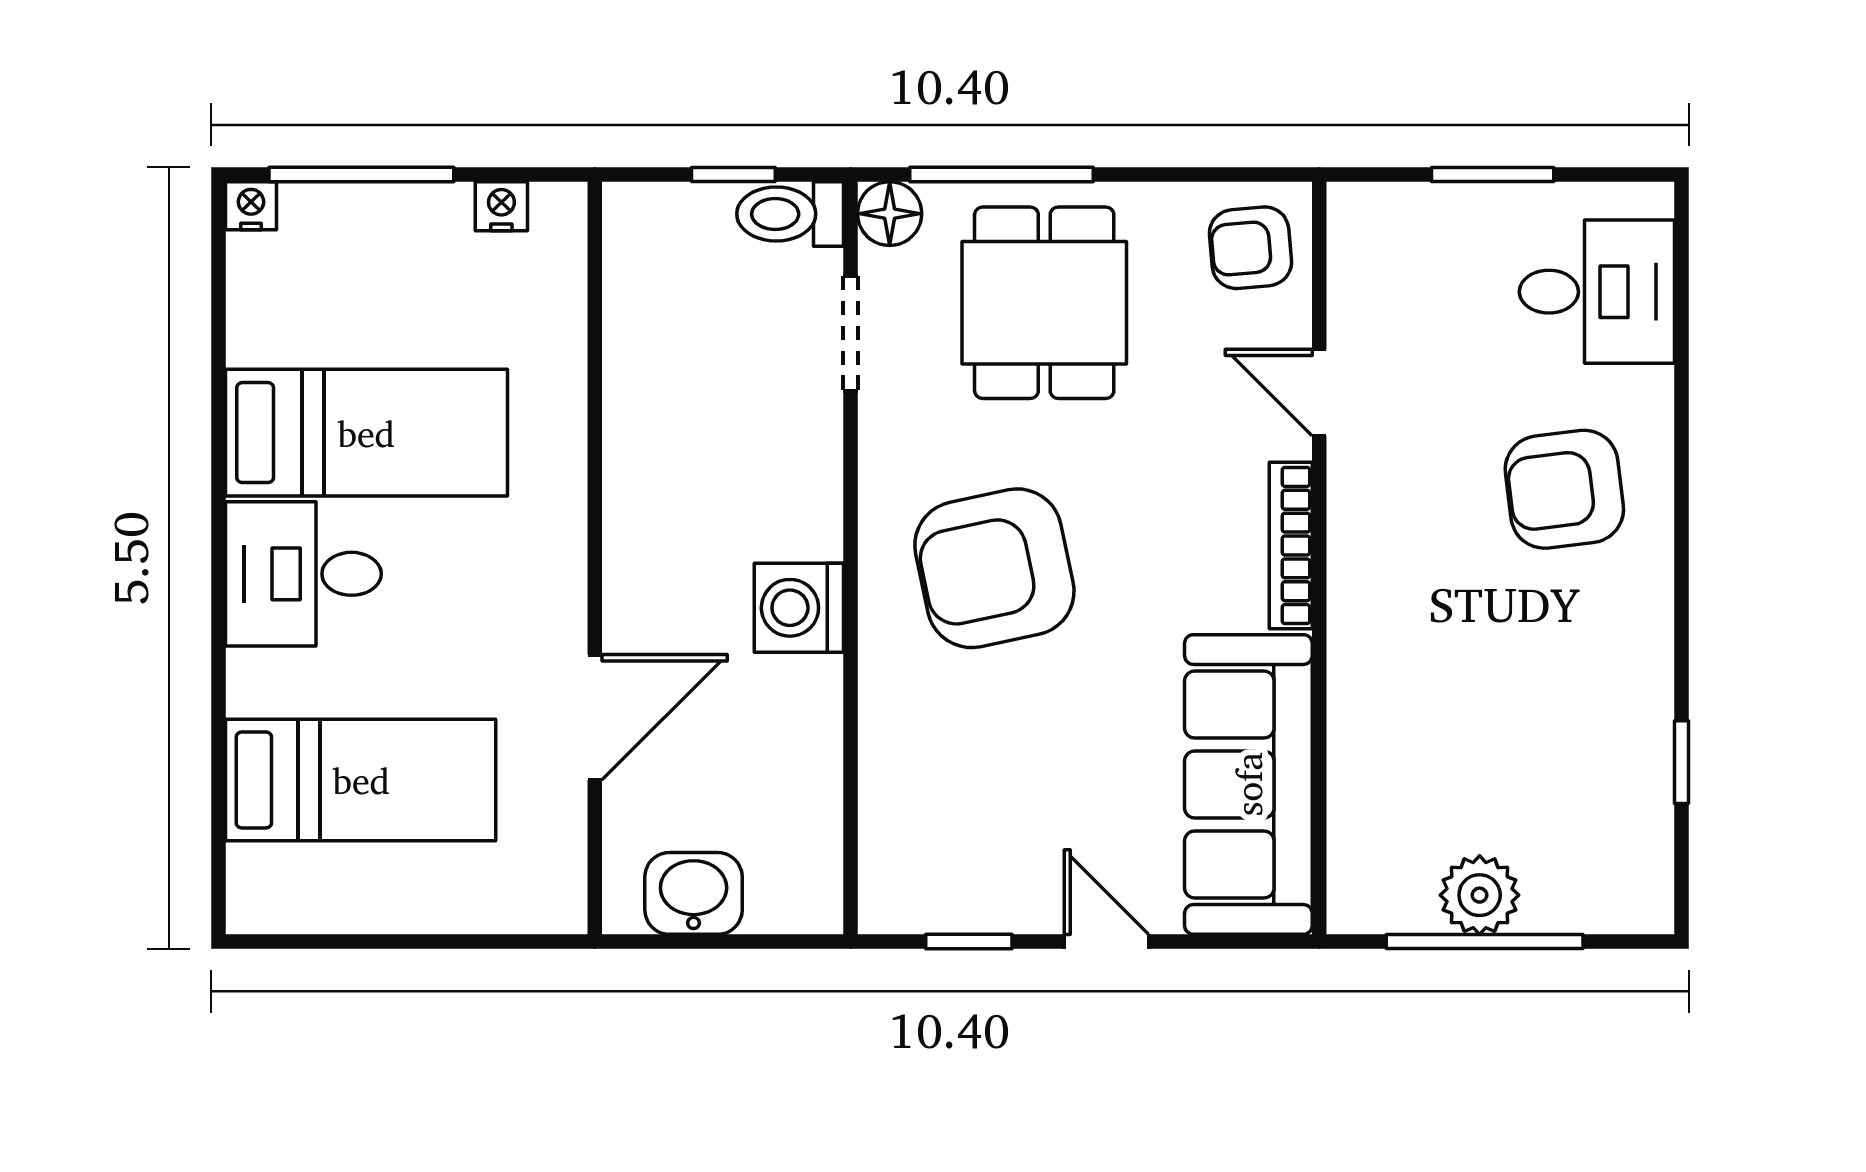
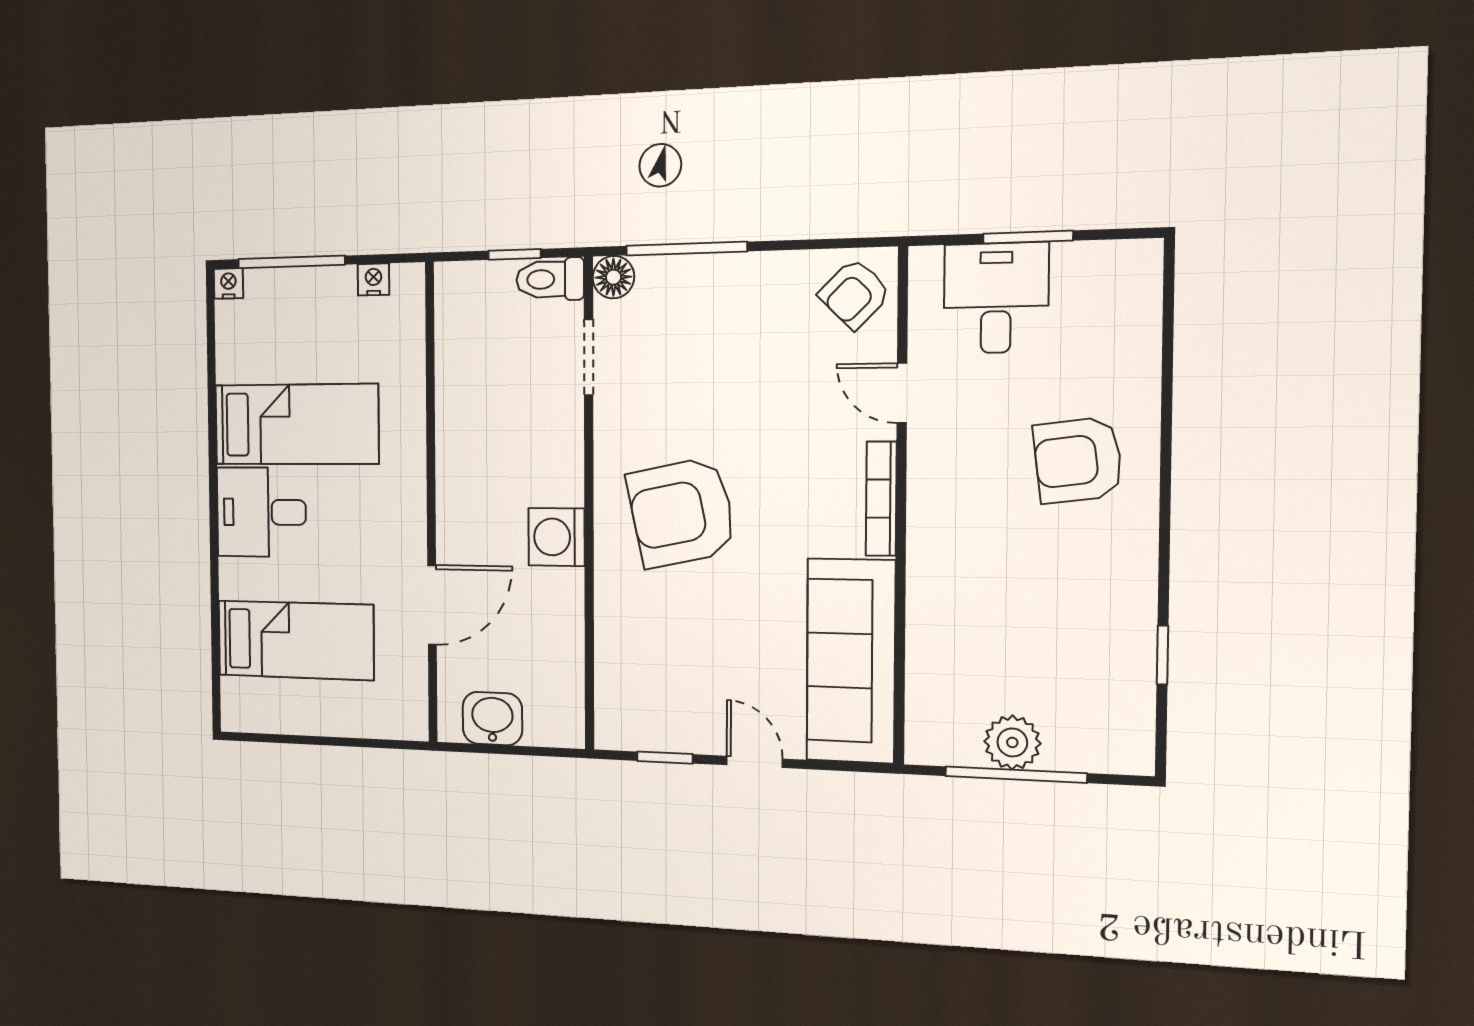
armchair: (1250, 248) -> (855, 294), turned -40
desk: (1597, 292) -> (996, 298), moved, turned -90
dining table: (1044, 303) -> (714, 335), removed

